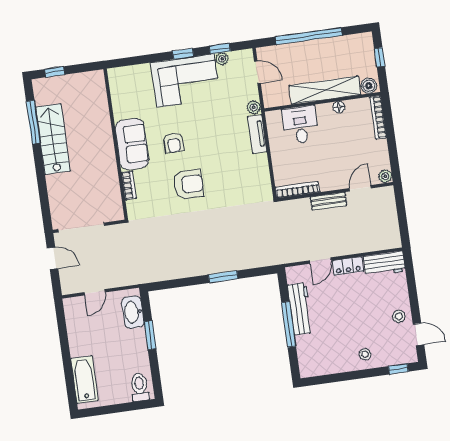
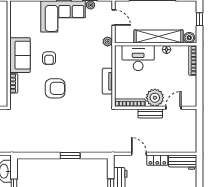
desk: (300, 125) -> (138, 58), width x1.37
tv unit: (257, 134) -> (107, 81), moved
plant: (385, 176) -> (155, 98), moved, width x1.88, depth x1.88
door: (320, 261) -> (139, 154), swing flipped

